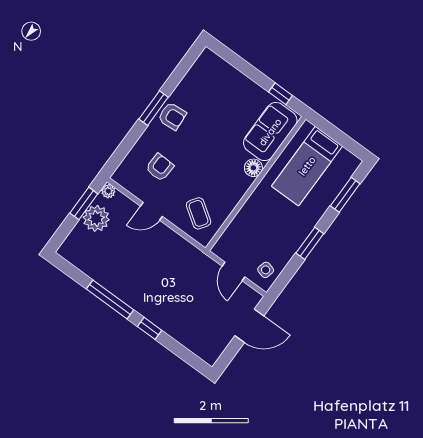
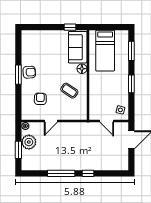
window: (84, 203) -> (18, 150), moved
coffee table: (199, 213) -> (69, 91), moved

